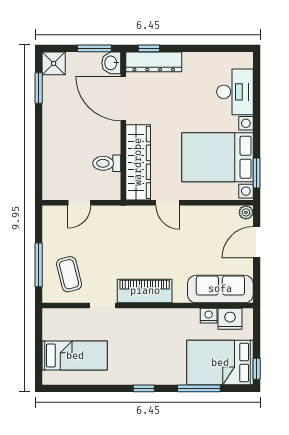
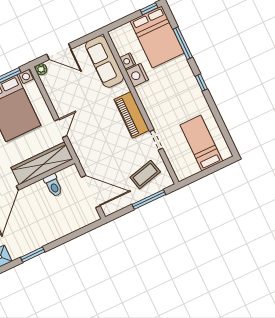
window: (39, 88) -> (33, 255), moved
door: (79, 203) -> (91, 192), width x1.88
nightstand: (230, 319) -> (137, 75), moved

